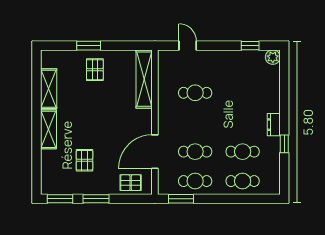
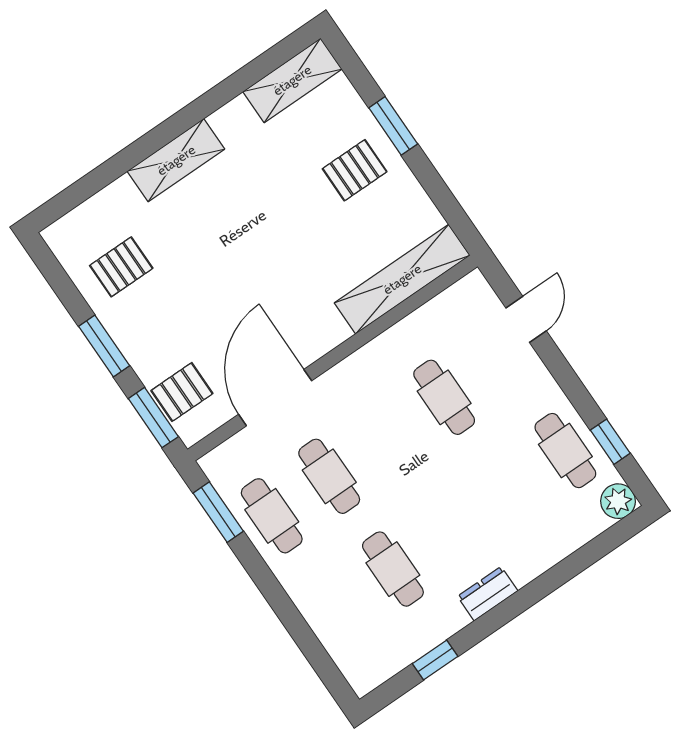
shelving: (49, 89) -> (292, 80), moved
window: (284, 144) -> (435, 660), moved
door: (155, 152) -> (275, 398), hinge flipped
pallet: (84, 160) -> (121, 267), moved
cafe table: (243, 181) -> (565, 451), moved
pallet: (131, 183) -> (182, 392), turned 90
window: (60, 199) -> (153, 418), moved

